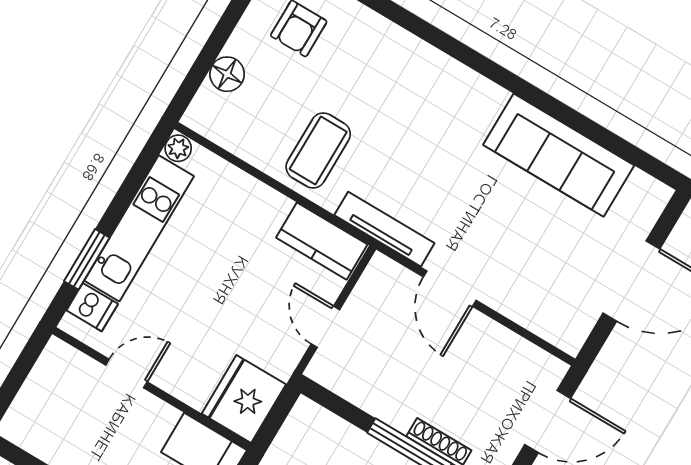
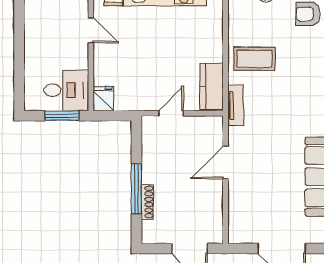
tv unit: (384, 229) -> (236, 105), width x0.71
fridge: (244, 399) -> (103, 99), width x0.53, depth x0.75

